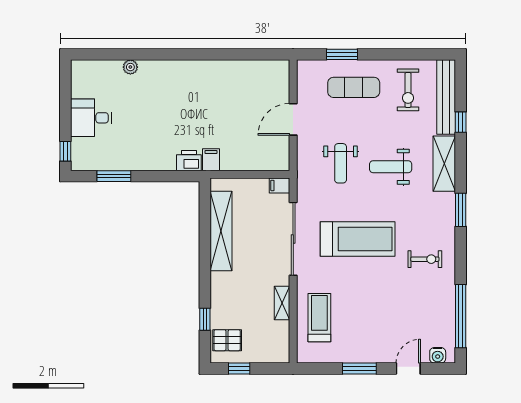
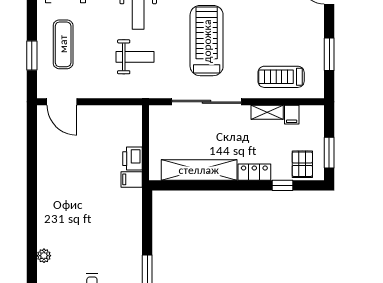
door: (293, 119) -> (62, 102), moved
printer: (189, 161) -> (132, 159), moved
filing cabinet: (279, 185) -> (292, 115), moved
locker: (219, 289) -> (254, 172), added
window: (239, 368) -> (329, 153), width x1.50
window: (359, 368) -> (329, 54), moved

